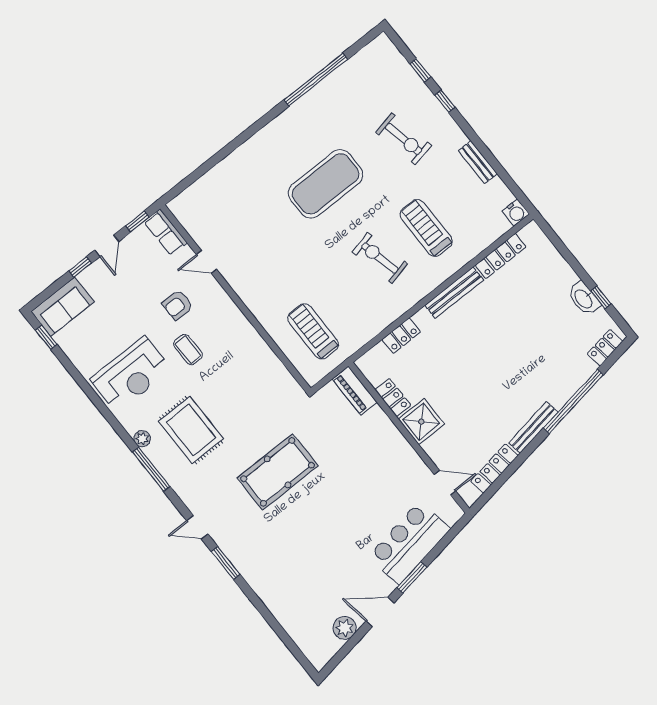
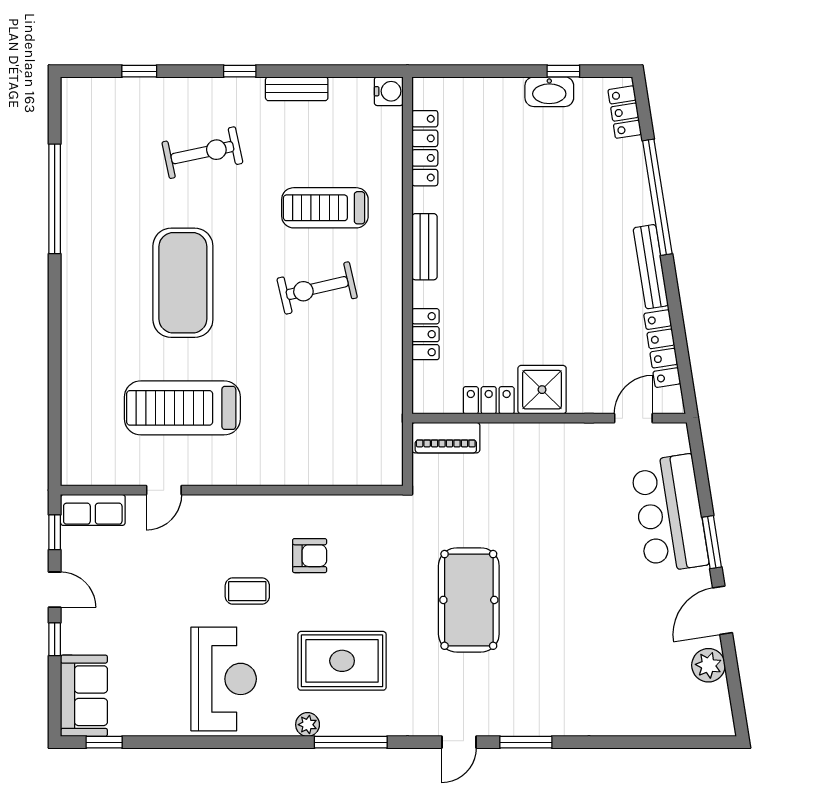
window: (445, 101) -> (240, 71), moved
bench: (454, 293) -> (424, 247), width x0.73
armchair: (178, 305) -> (310, 556), moved, turned -90
treadmill: (313, 331) -> (182, 408), moved, width x1.37, depth x1.38

